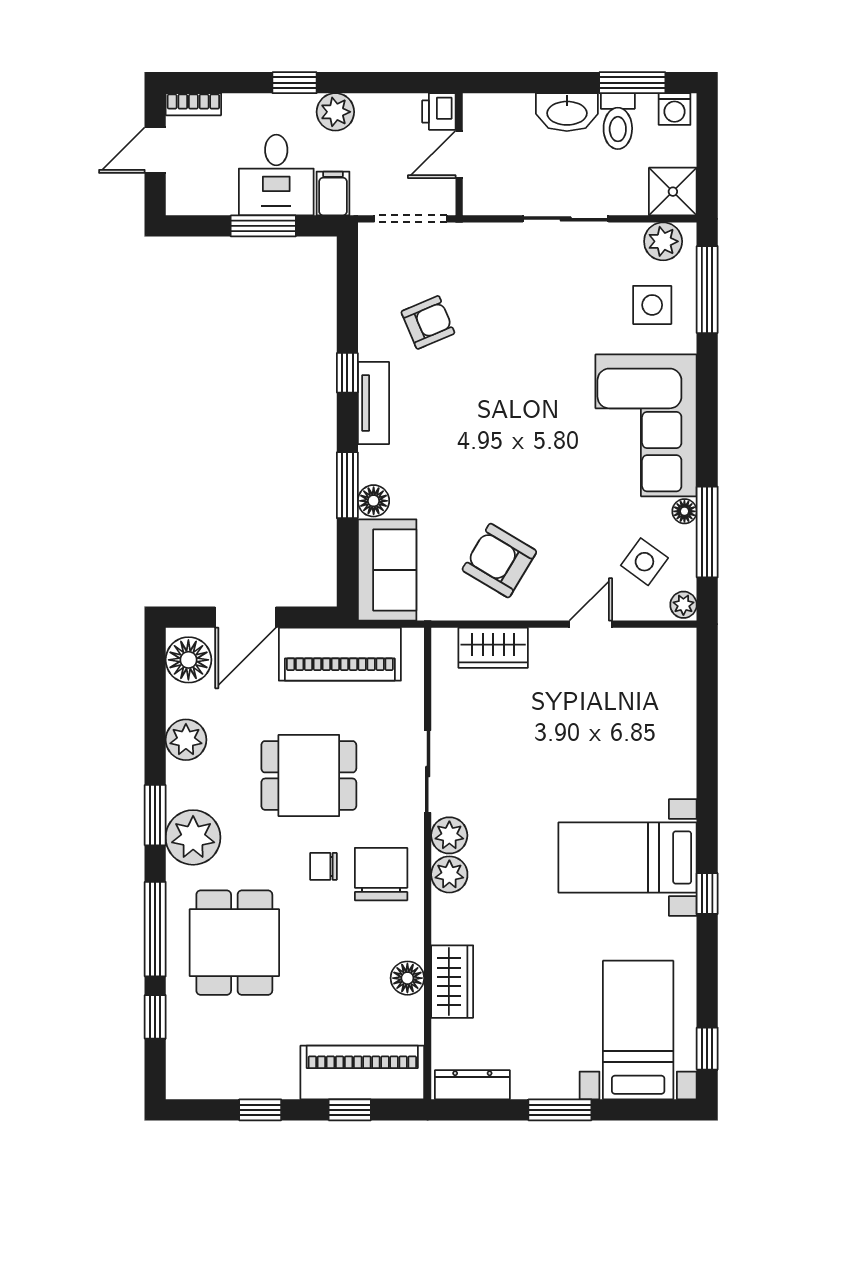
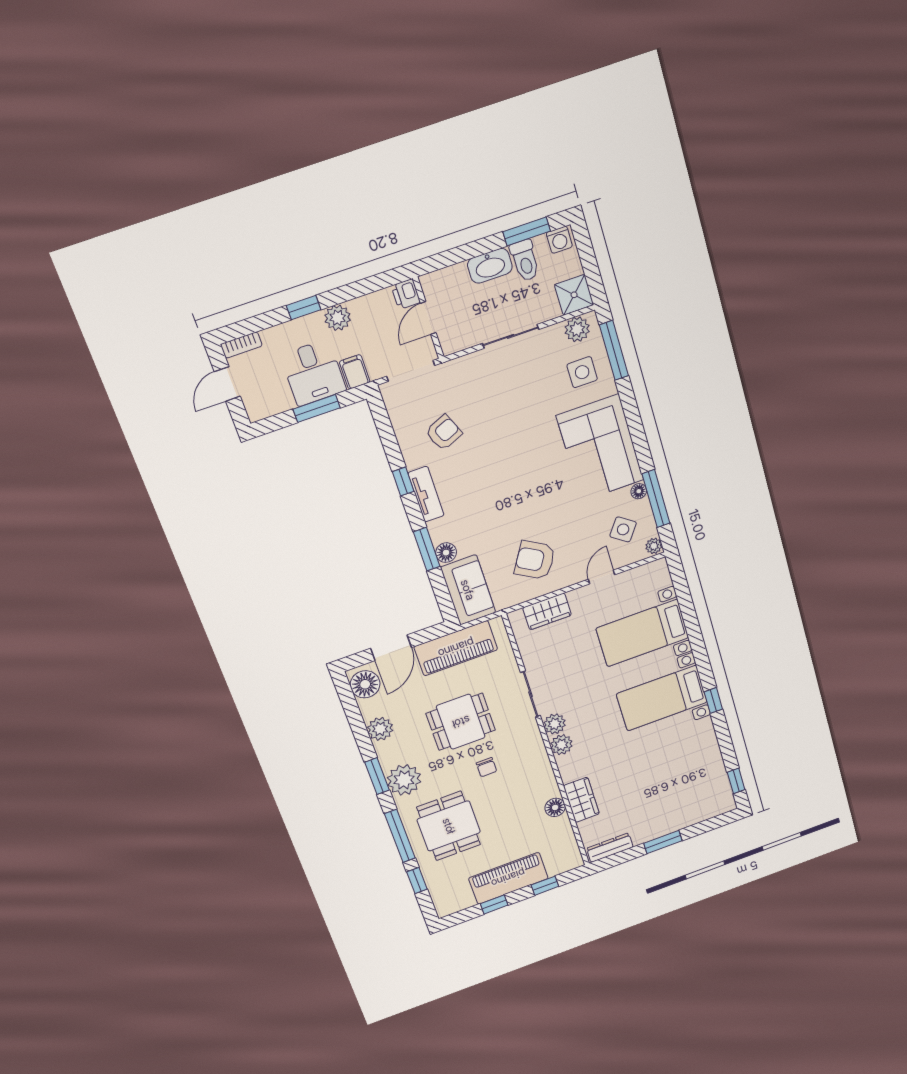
chair: (323, 866) -> (486, 767), turned -90
chair: (381, 874) -> (522, 759), removed
bed with nightstands: (638, 1030) -> (642, 633), moved, turned -90
piano: (362, 1072) -> (508, 878), moved

